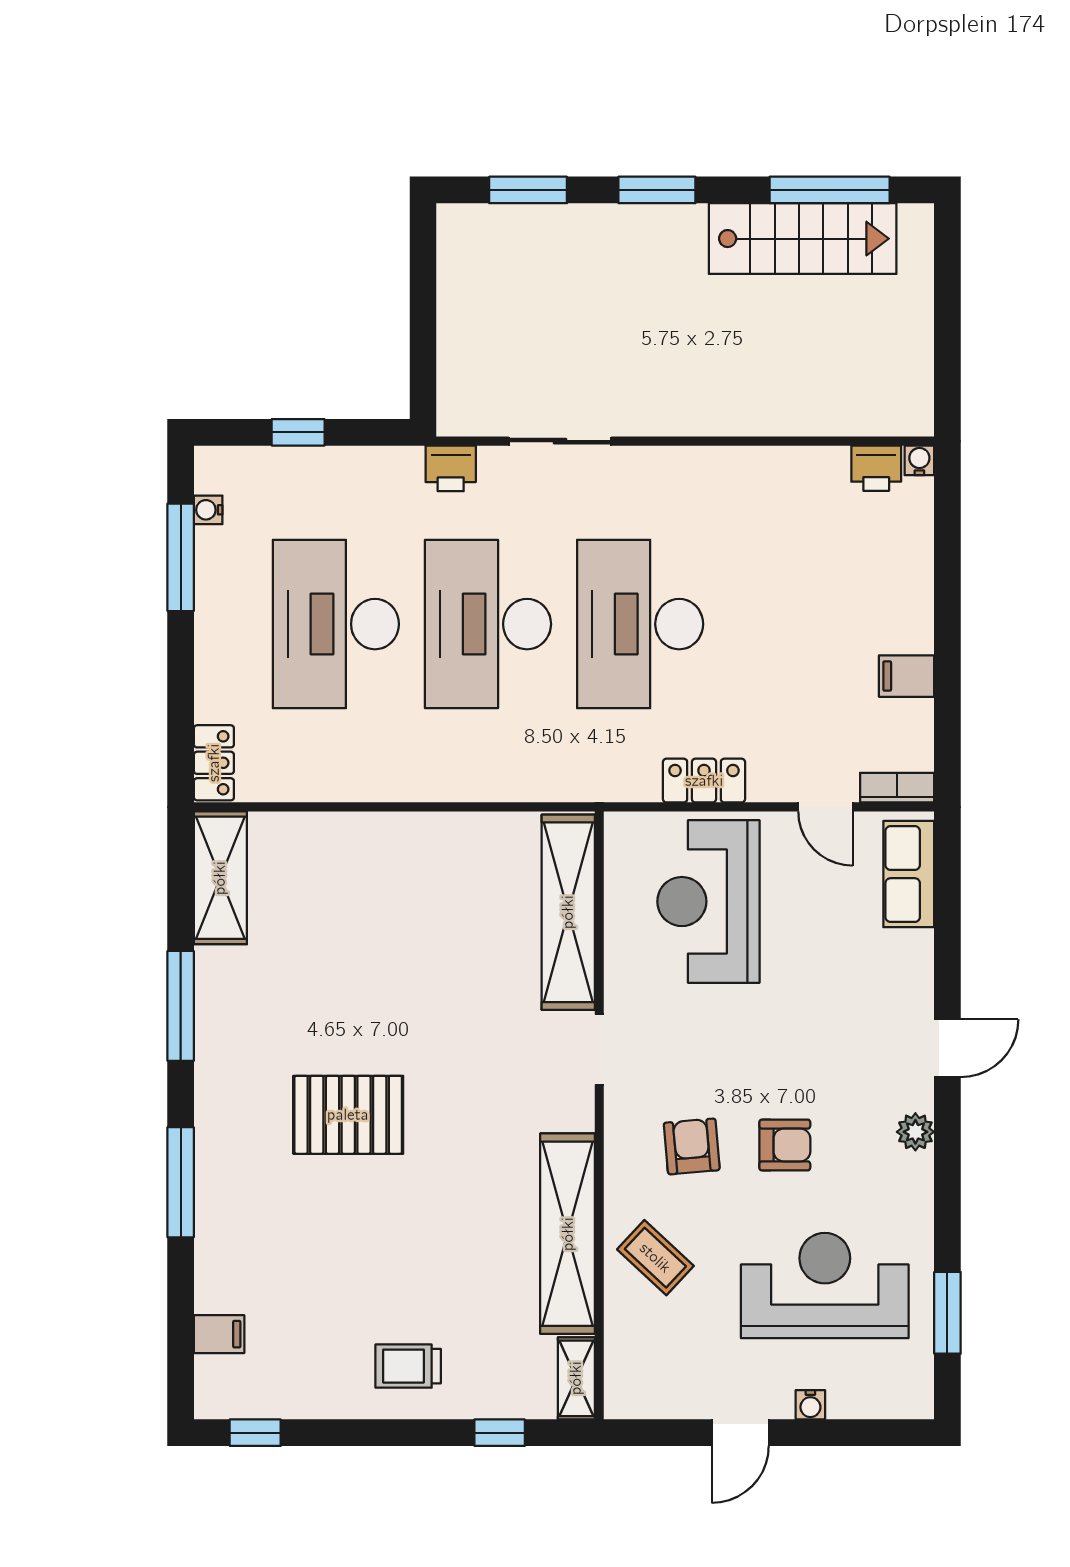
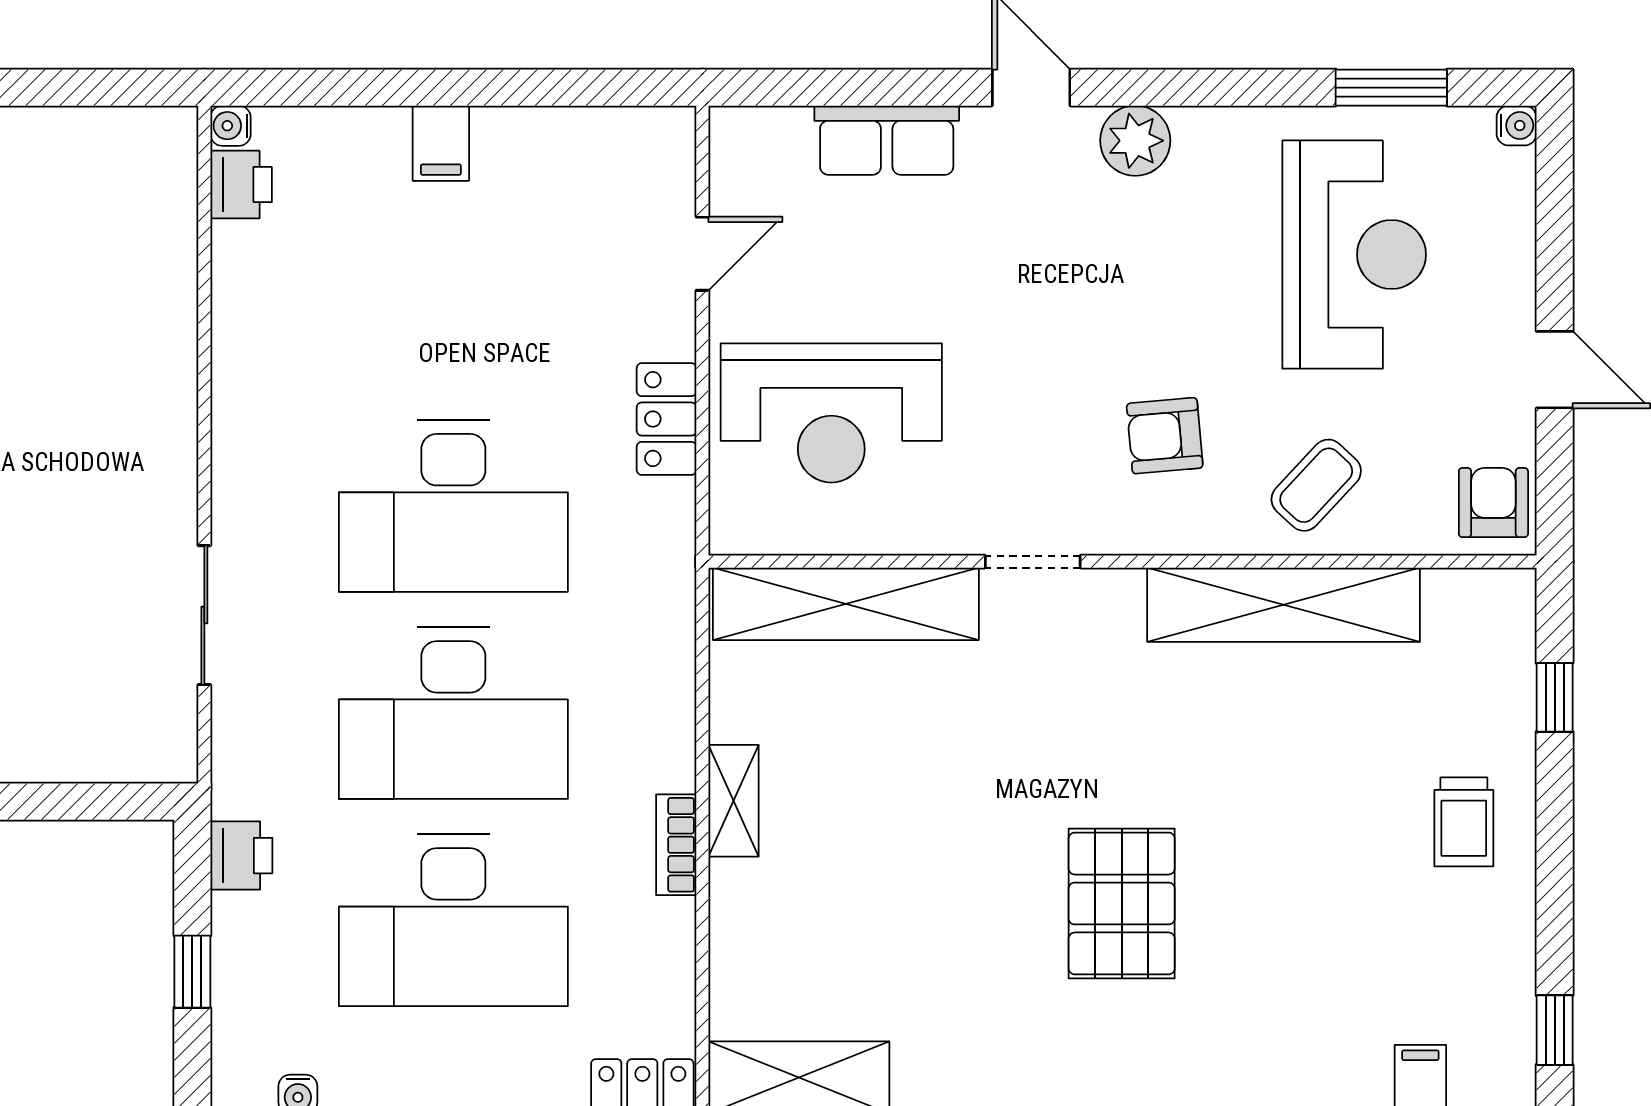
printer: (451, 468) -> (241, 856), moved
filing cabinet: (907, 676) -> (441, 143), moved
bookcase: (897, 788) -> (676, 845), moved
row of seats: (909, 874) -> (887, 140), moved
plant: (915, 1132) -> (1135, 141), width x1.38, depth x1.38
armchair: (785, 1145) -> (1493, 503), moved
reception desk: (825, 1286) -> (1354, 255), turned 180
shelving: (576, 1378) -> (734, 801), moved, turned 90
water cooler: (810, 1405) -> (1517, 126), moved

